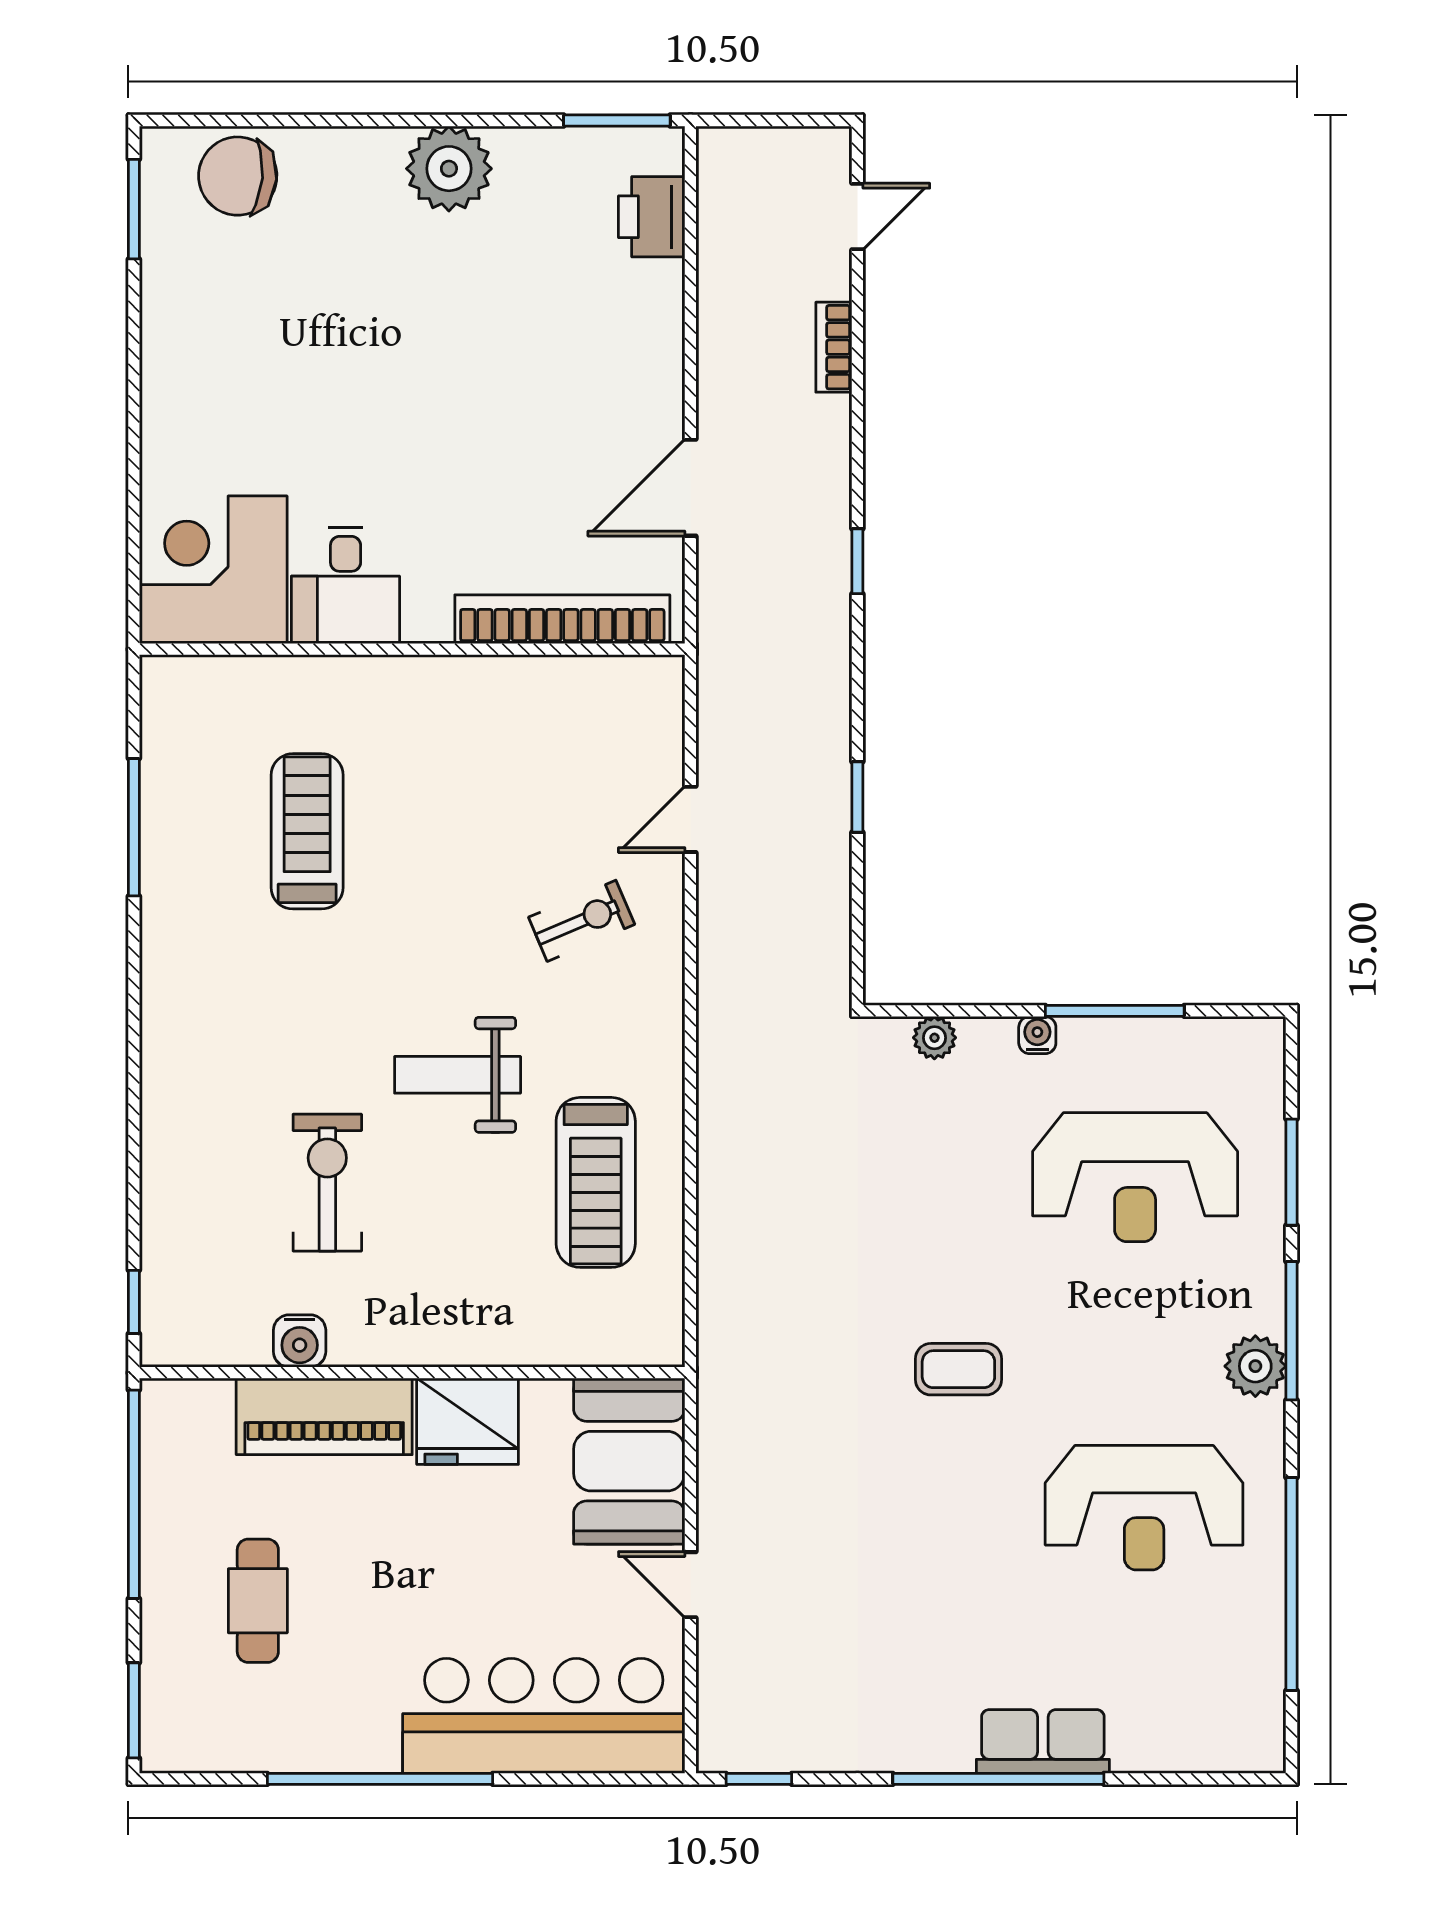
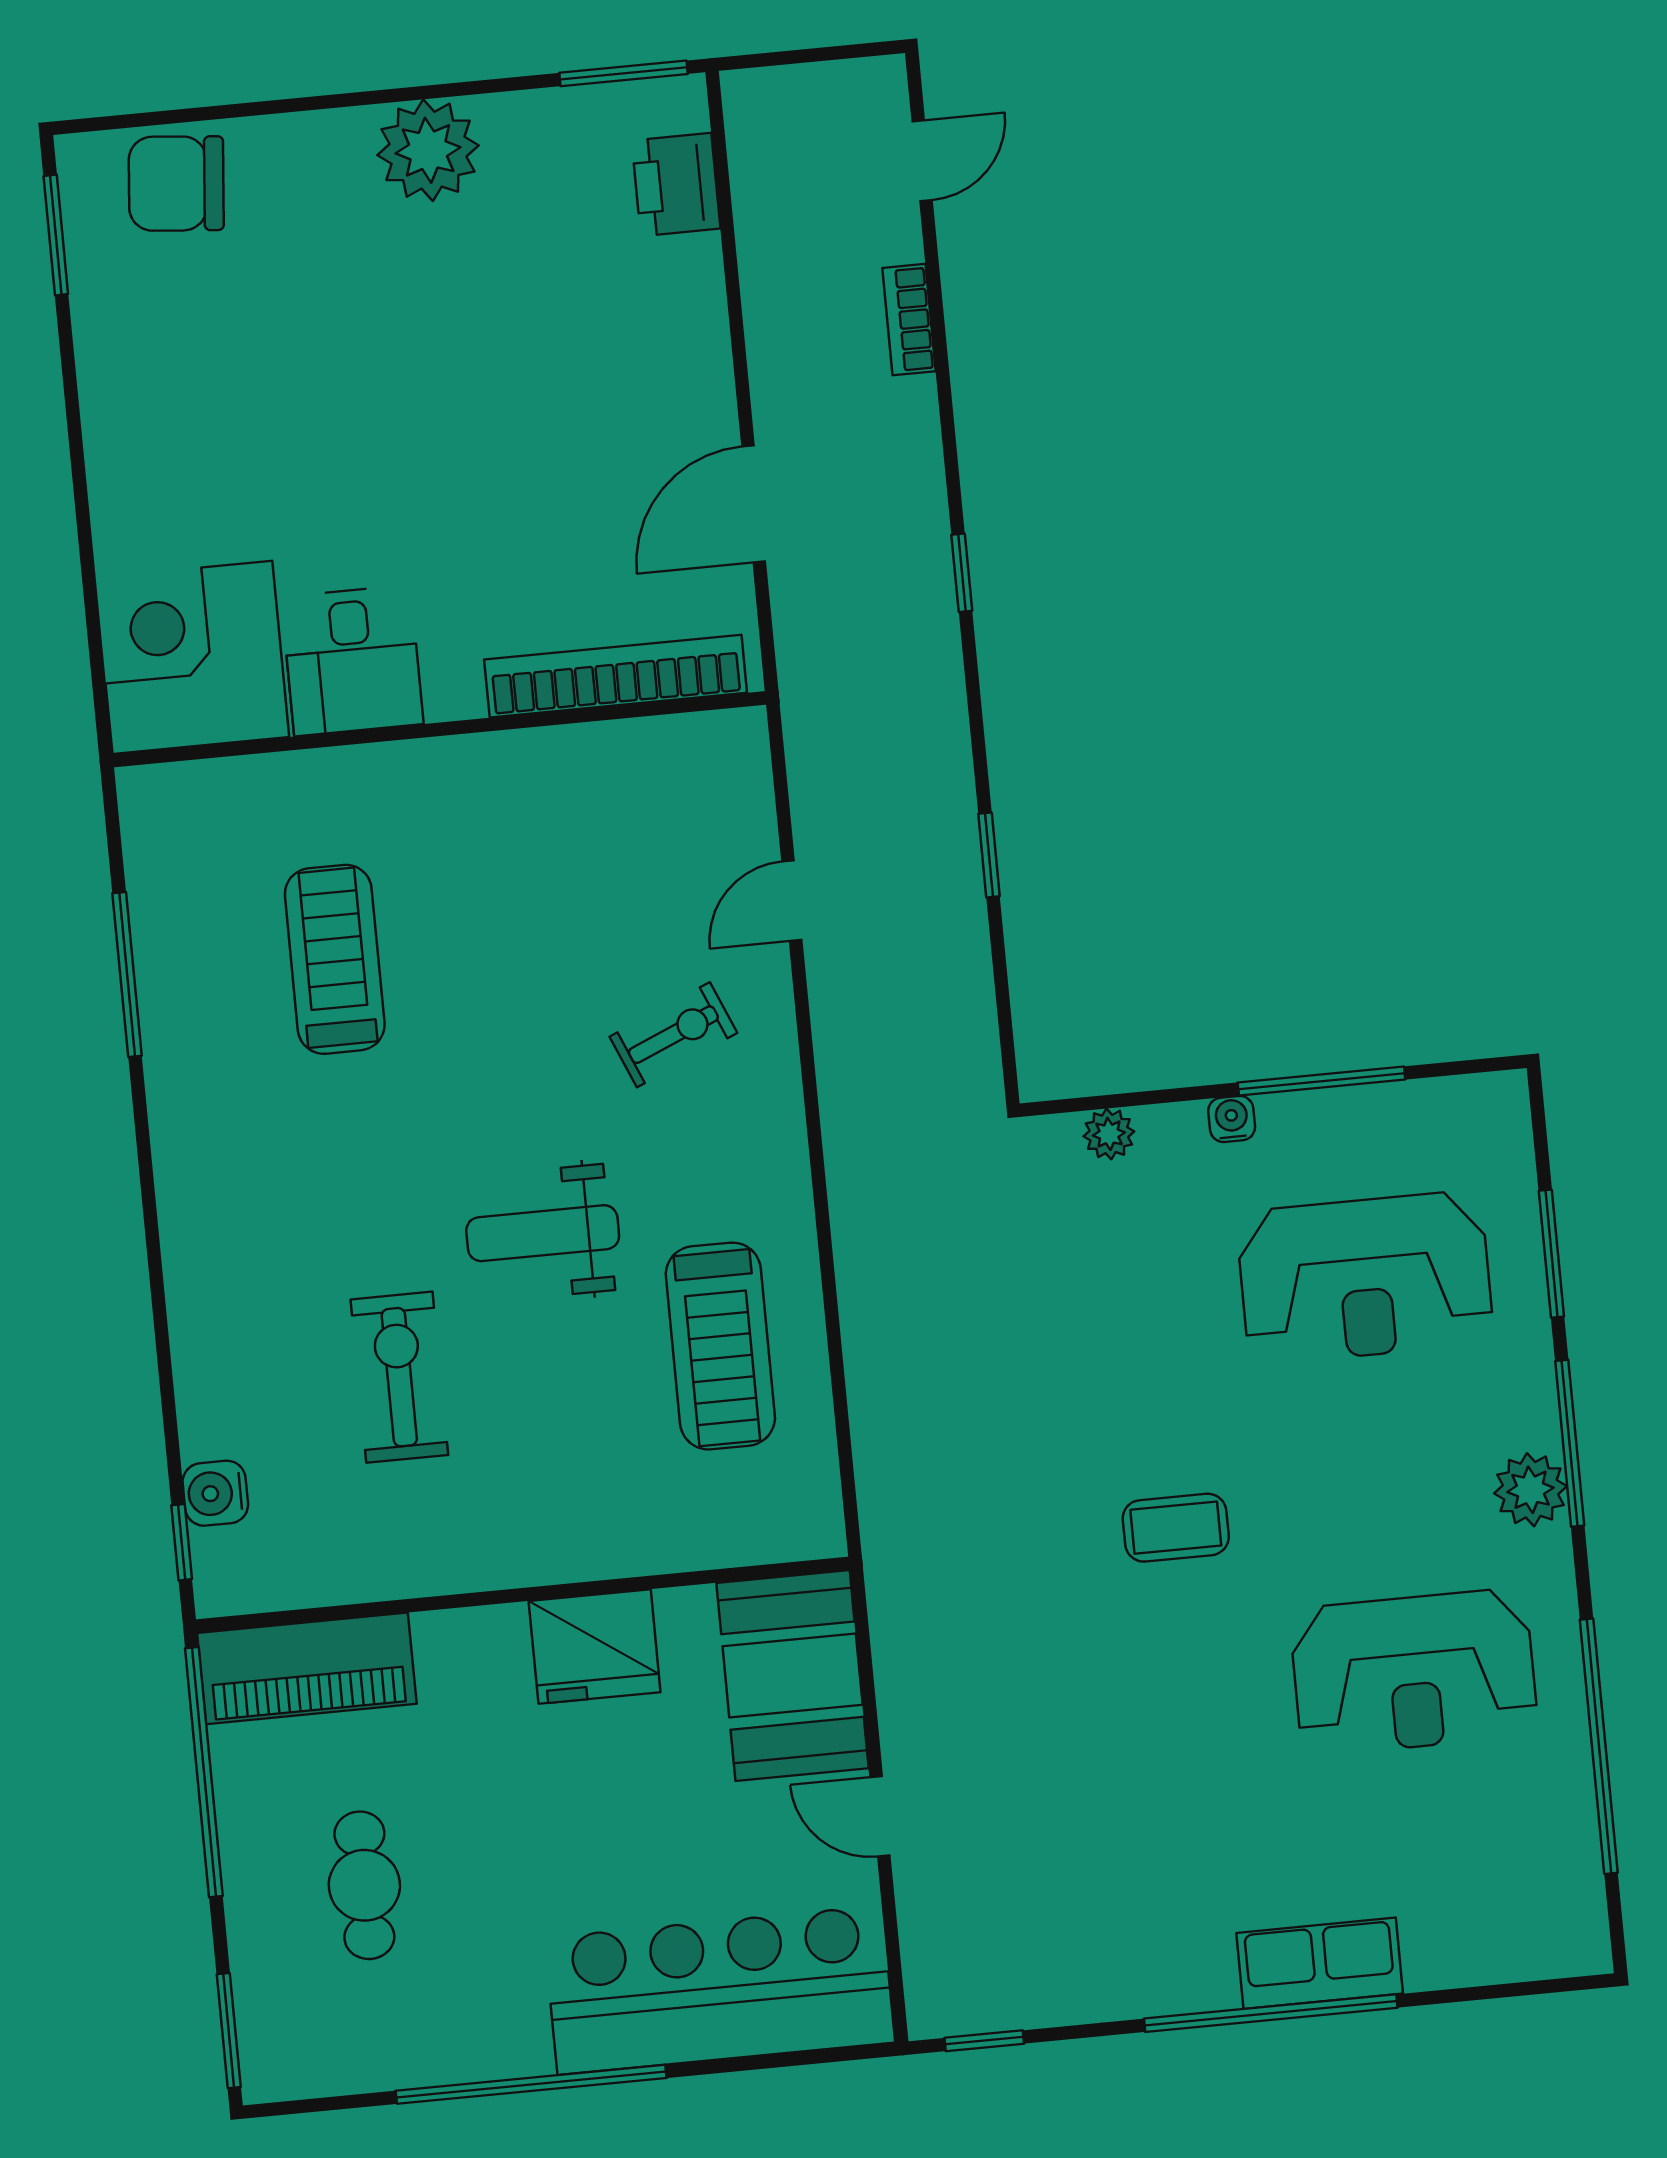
water cooler: (300, 1341) -> (215, 1493), moved, turned 90
piano: (324, 1416) -> (307, 1668), moved

